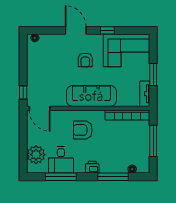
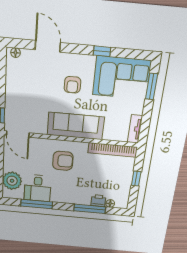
door: (76, 30) -> (48, 46), moved
window: (153, 75) -> (152, 86), moved
armchair: (83, 130) -> (63, 161), turned 180
window: (153, 141) -> (136, 178), width x0.46
printer: (92, 167) -> (98, 201), moved

